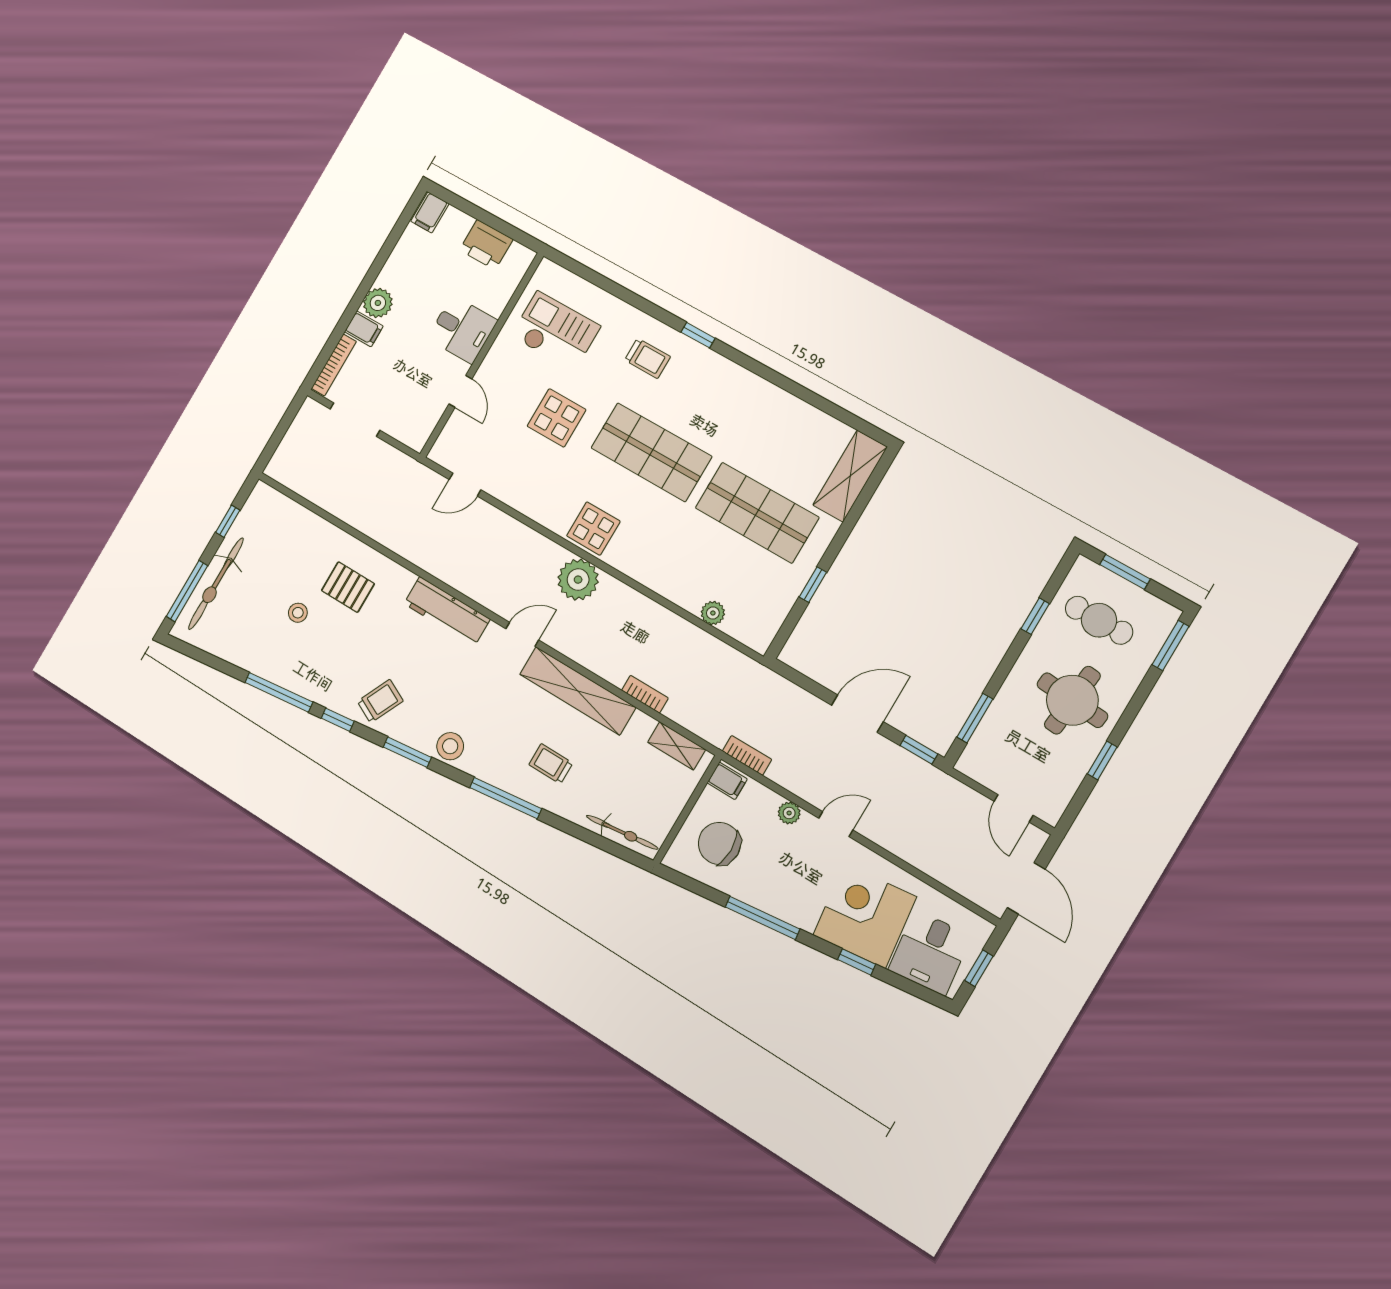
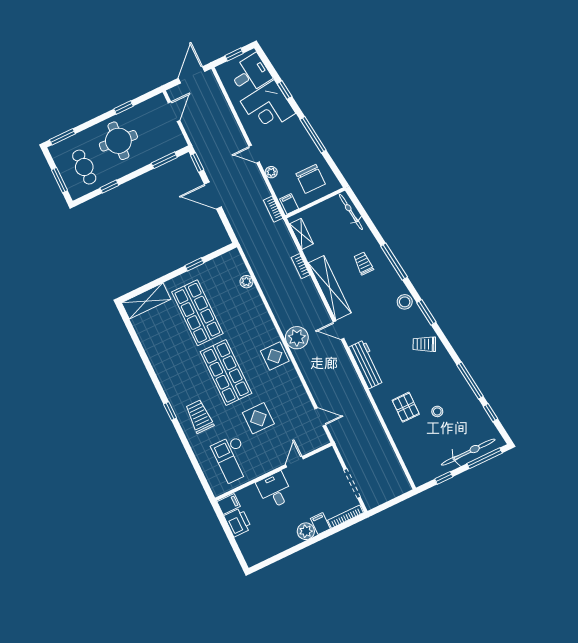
filing cabinet: (430, 212) -> (229, 504), moved
trolley: (648, 358) -> (199, 416), width x1.36, depth x1.39
window: (338, 720) -> (490, 413), moved
trolley: (551, 764) -> (363, 263), turned 180

